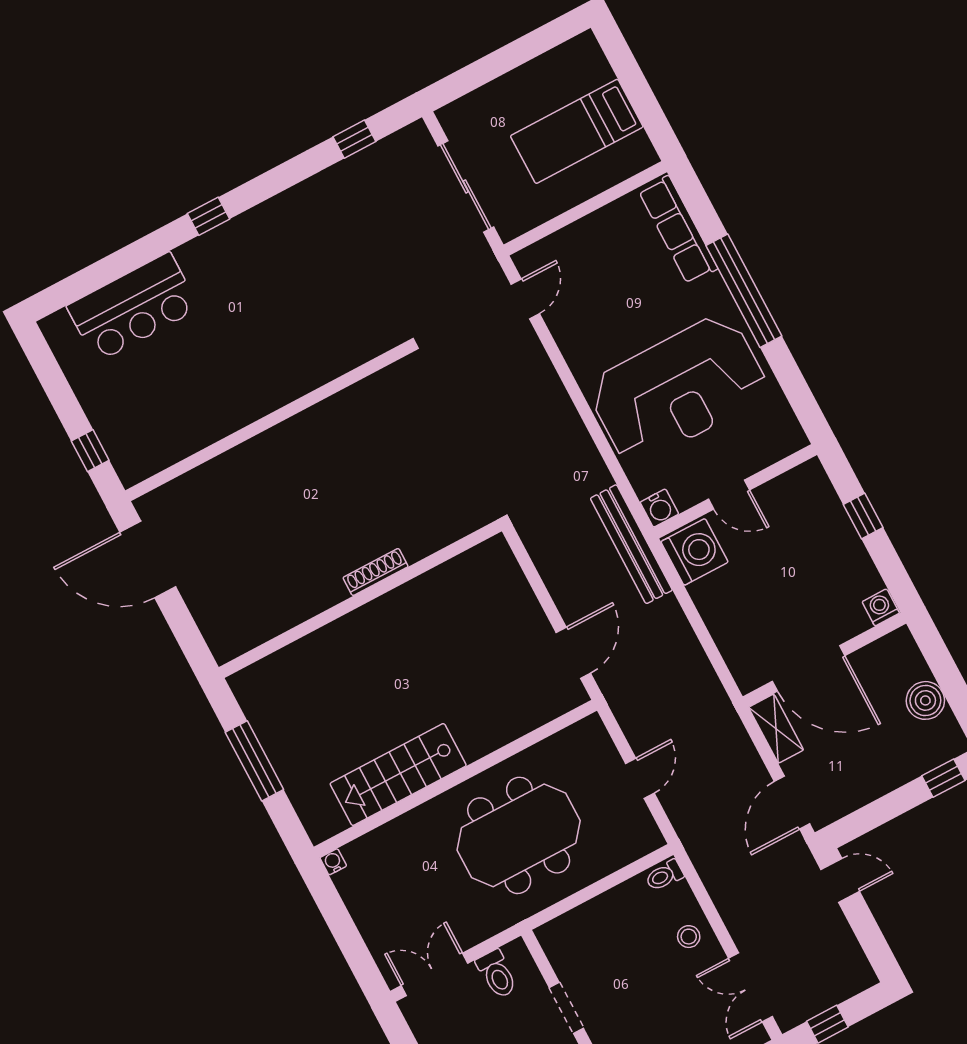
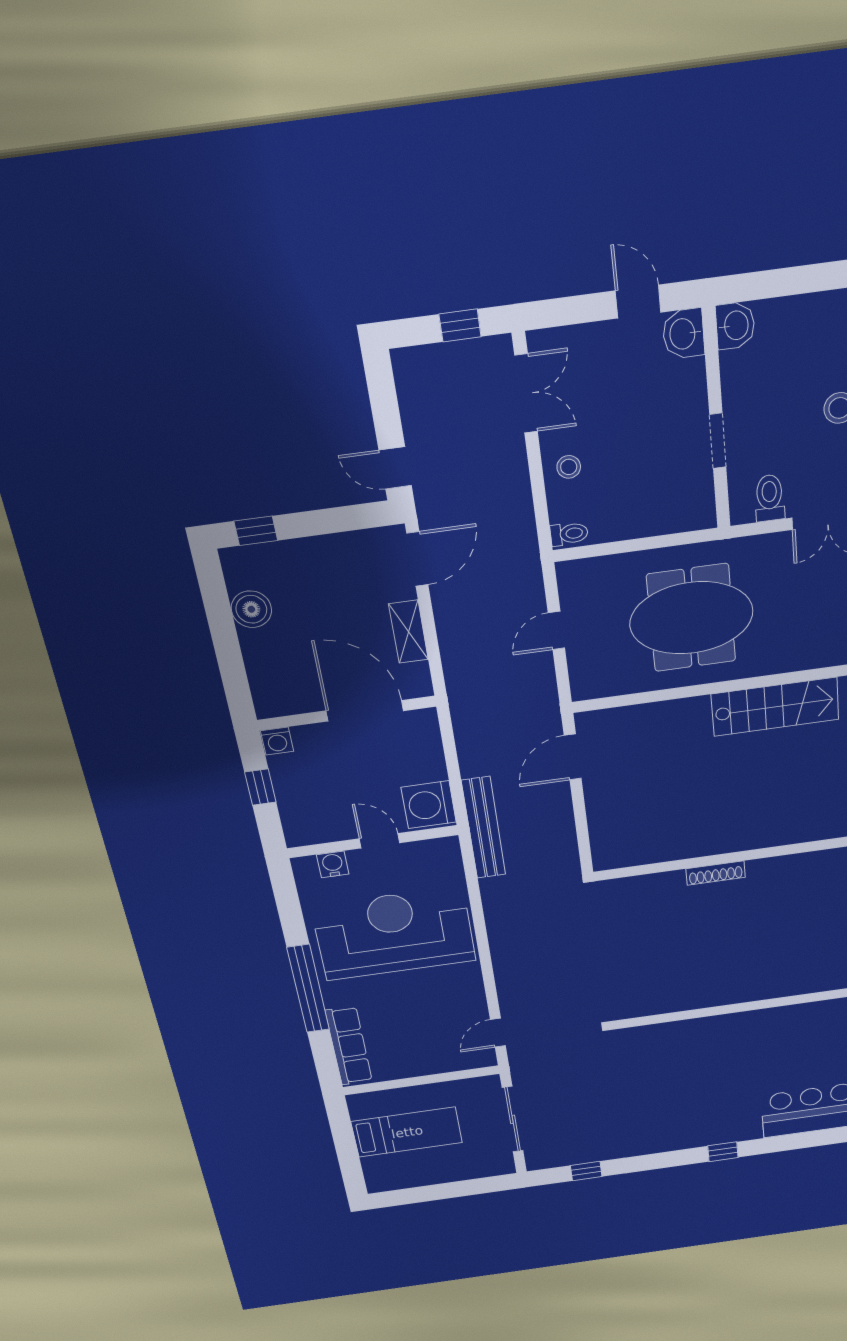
water cooler: (659, 508) -> (333, 864), moved
washing machine: (881, 607) -> (277, 741), moved
wall: (824, 660) -> (347, 713), moved
door: (808, 668) -> (365, 711), moved

